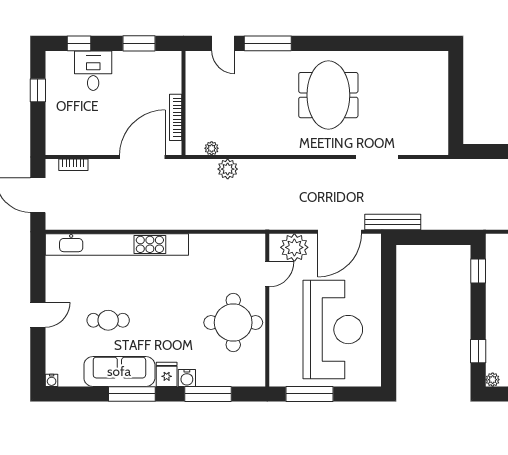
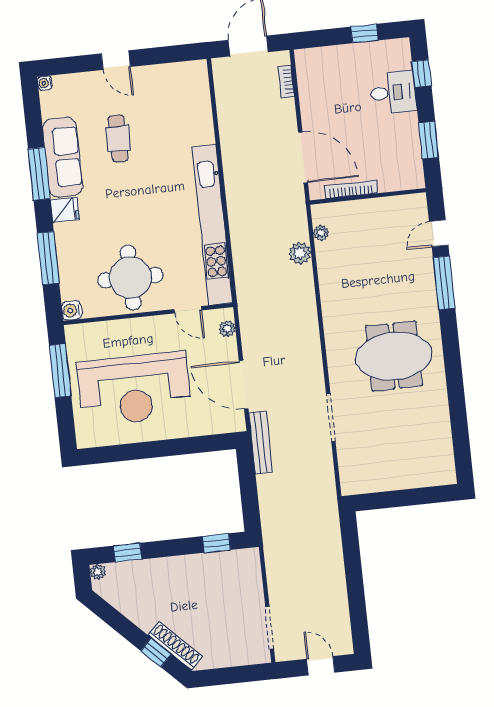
kitchen unit: (117, 244) -> (212, 225), moved
plant: (294, 247) -> (227, 328), width x0.53, depth x0.53
water cooler: (187, 378) -> (72, 310), moved

